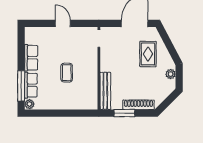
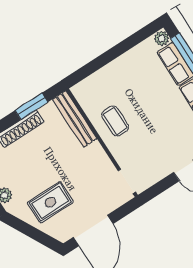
rug: (148, 54) -> (50, 202), turned 90
coffee table: (67, 73) -> (115, 121), moved

